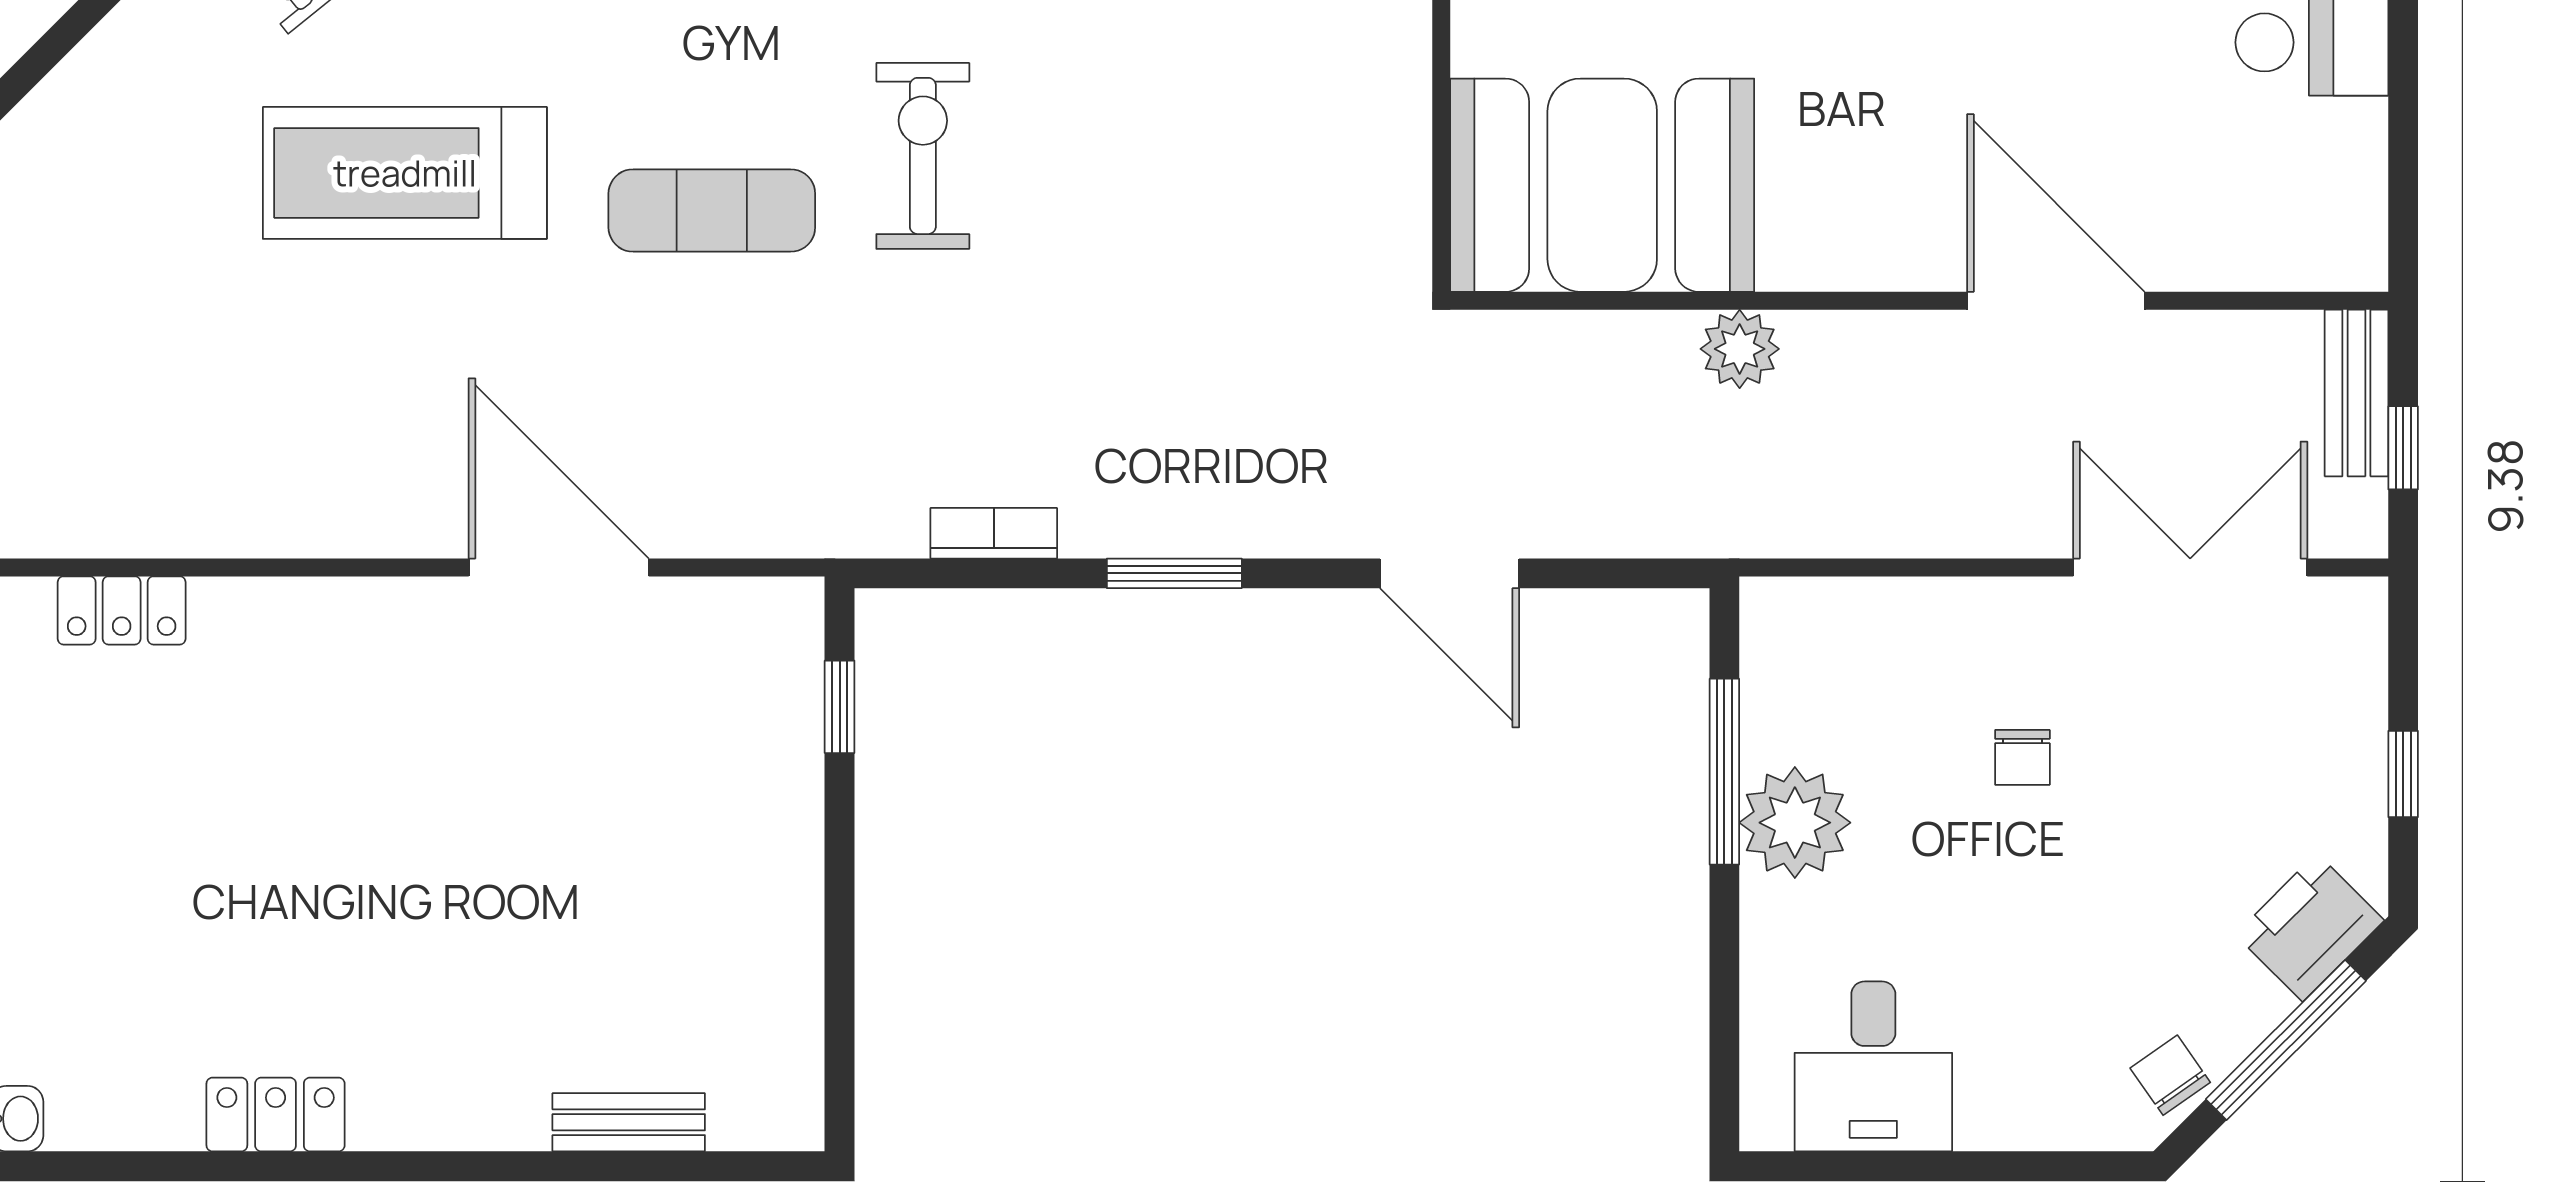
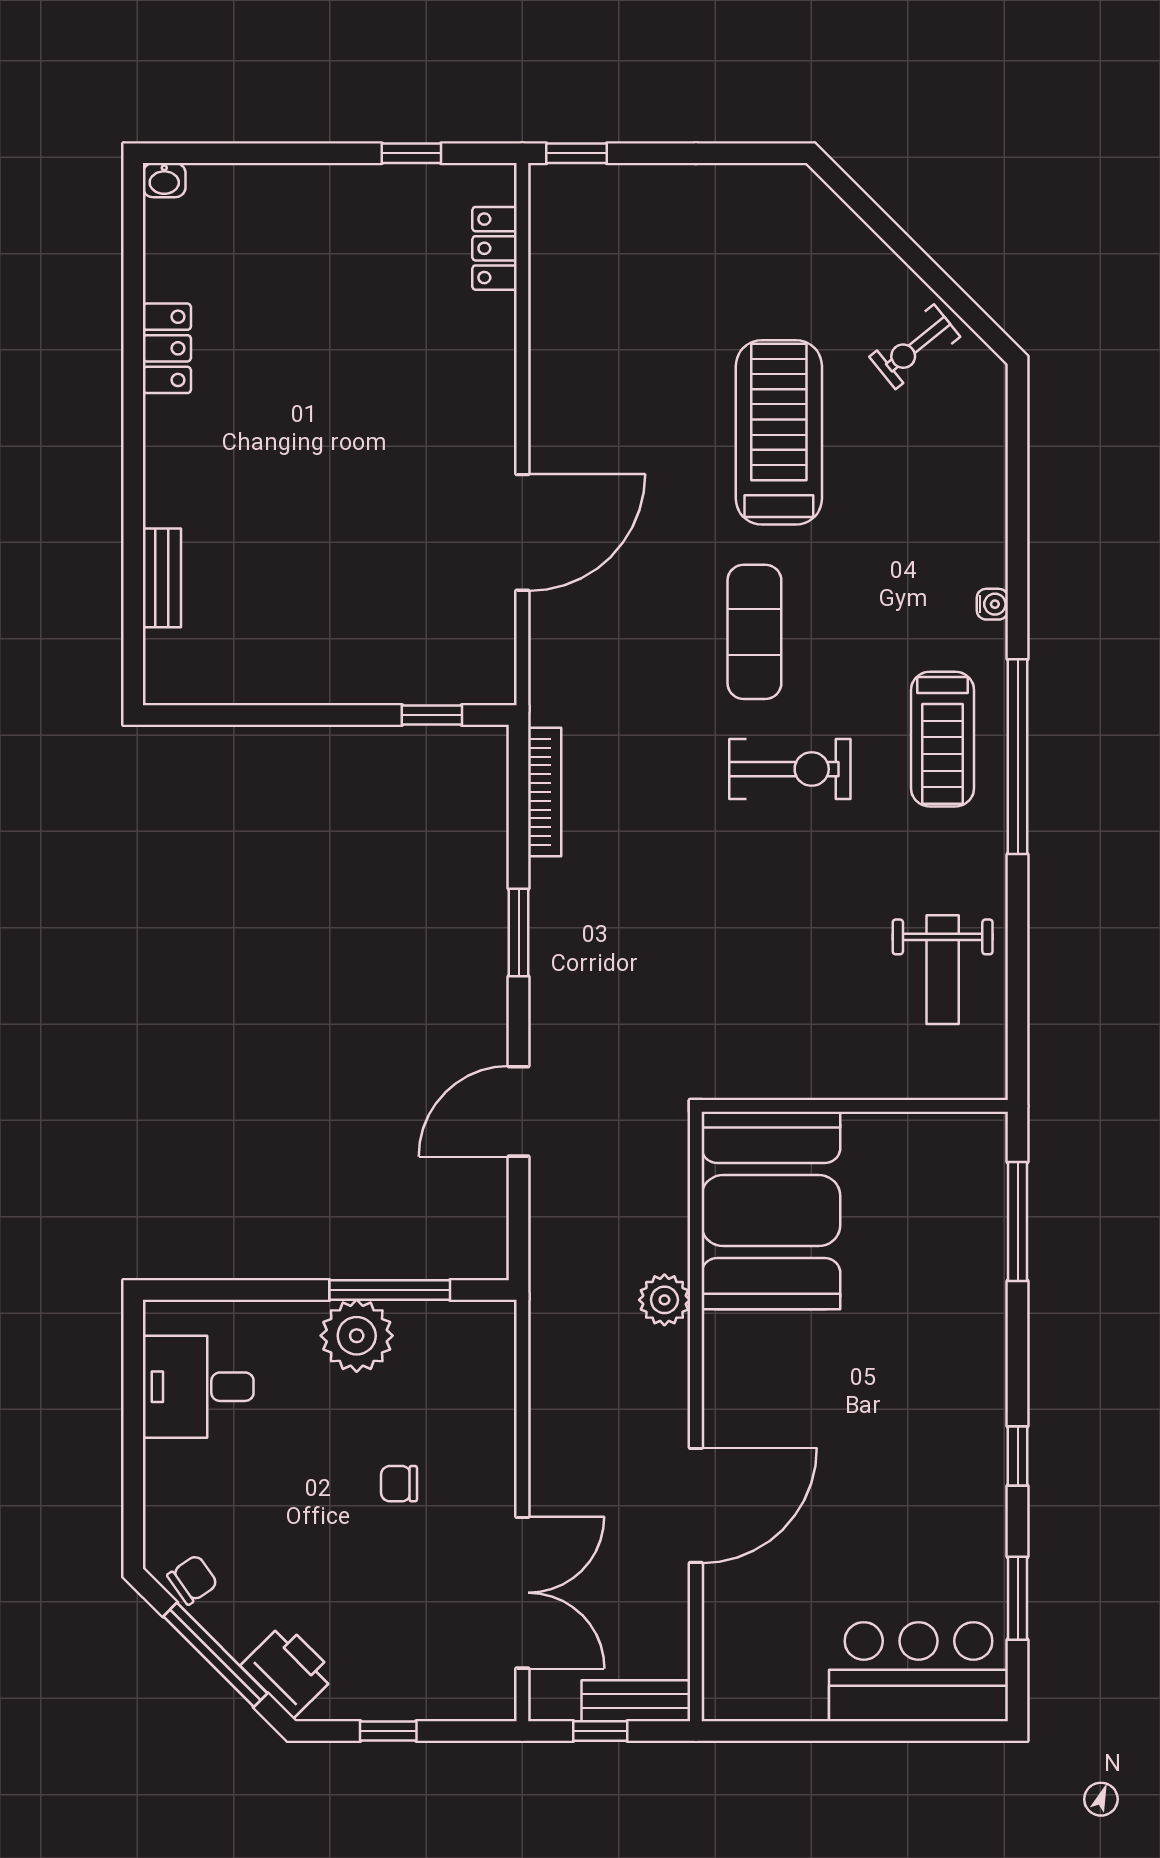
bookcase: (994, 533) -> (545, 792), width x1.56

